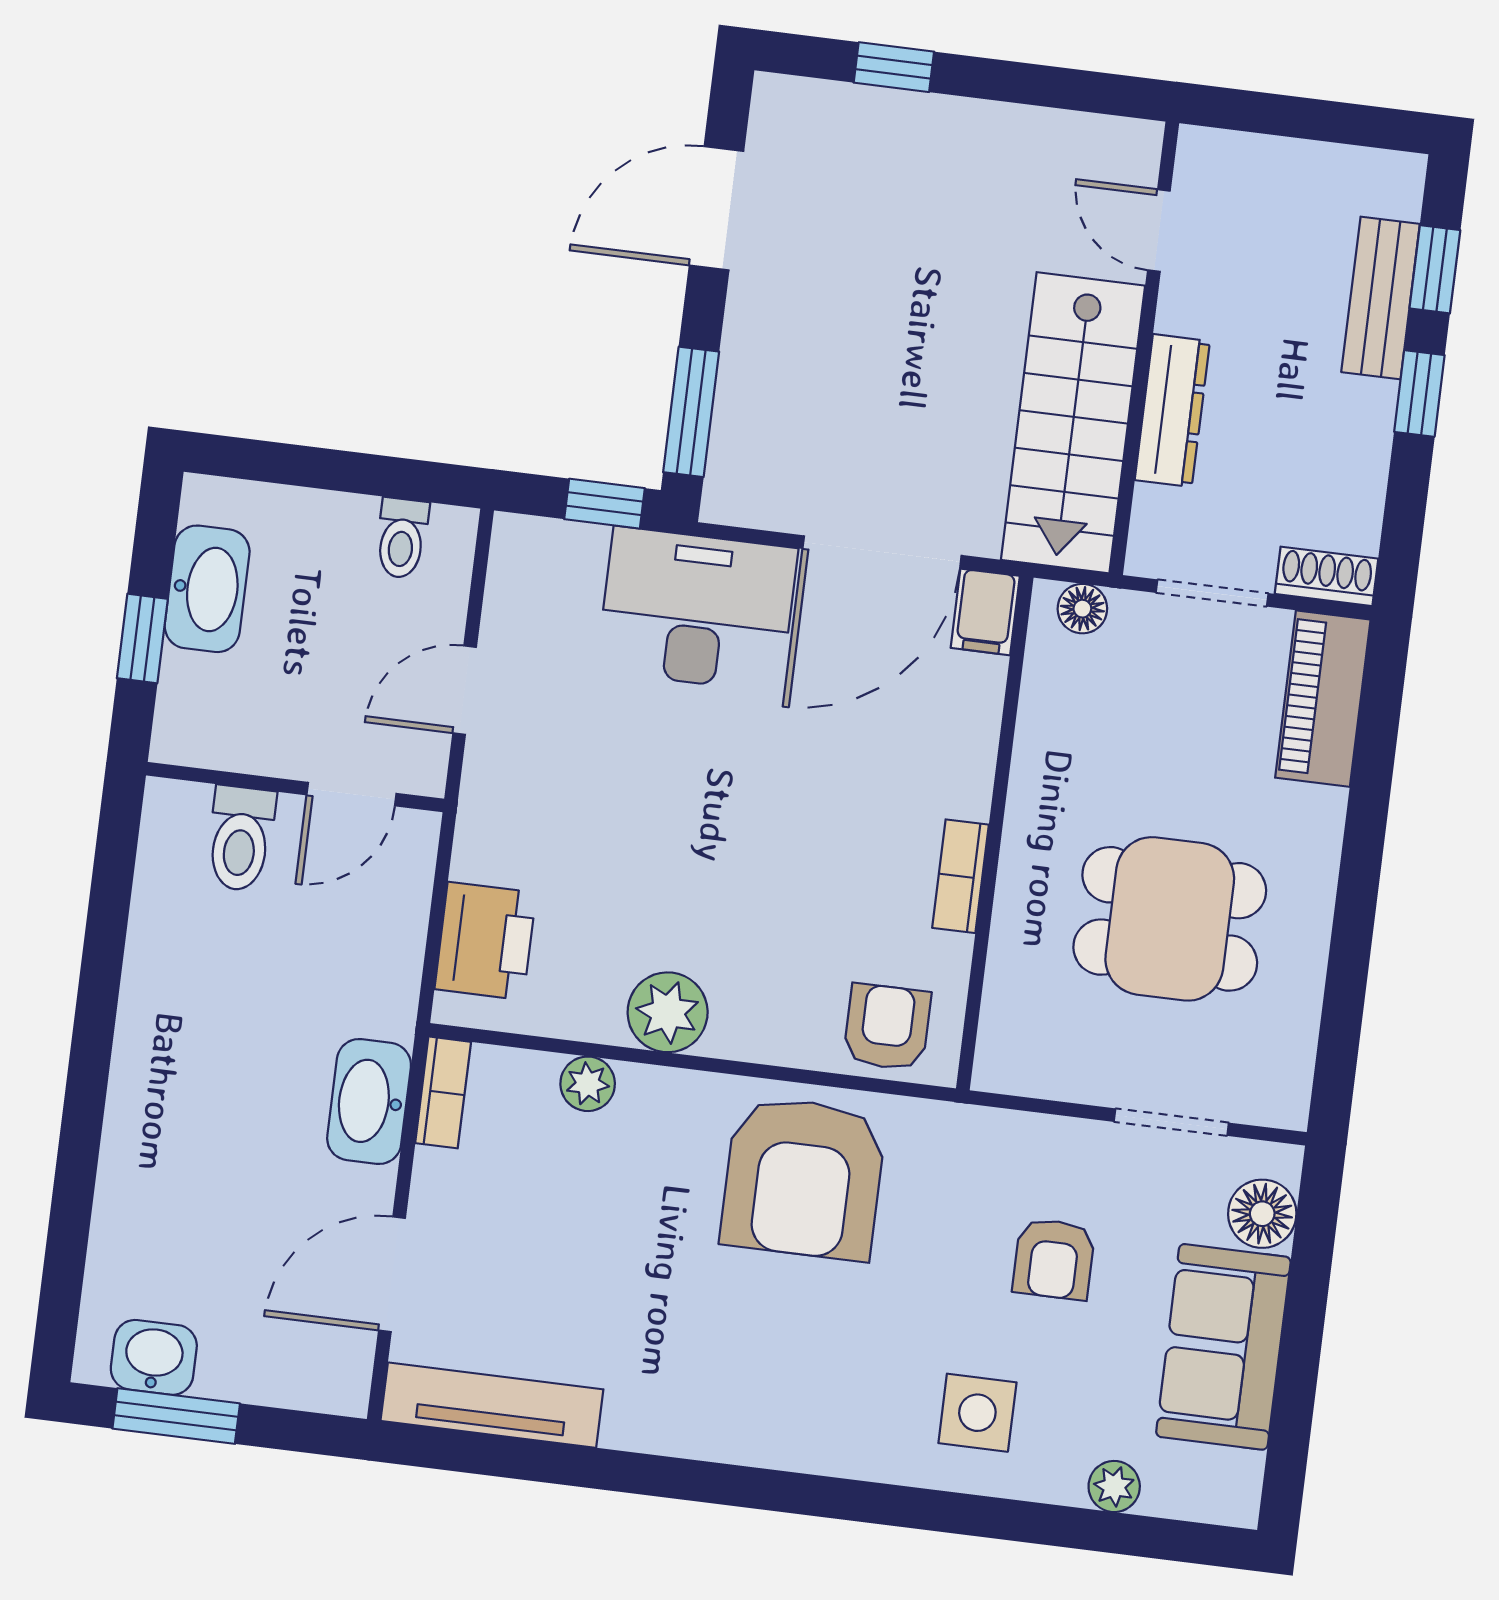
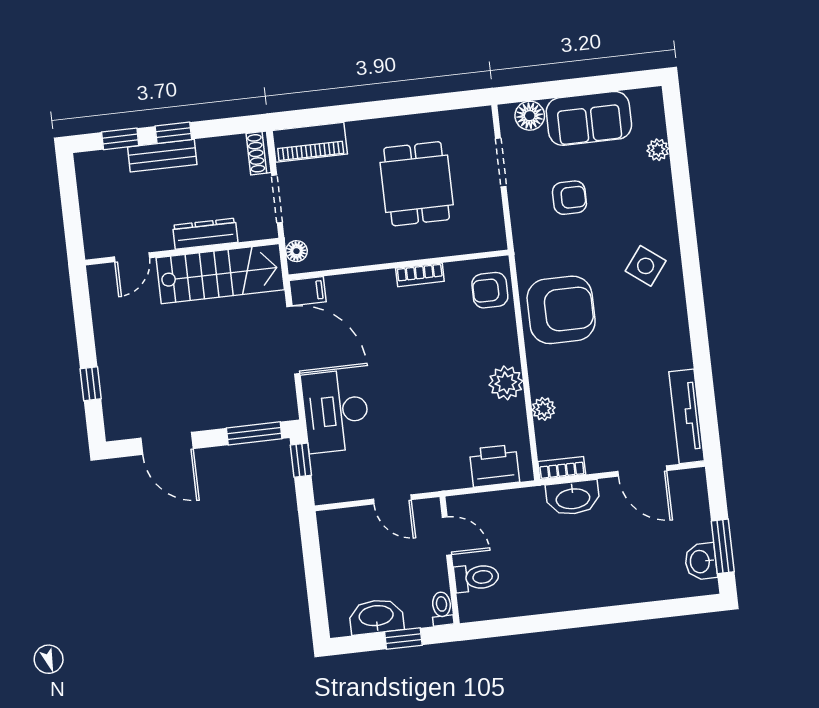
bench: (1381, 298) -> (162, 156), moved
toilet: (402, 538) -> (442, 609), moved, turned -90
side table: (977, 1413) -> (646, 266), moved, turned 37

